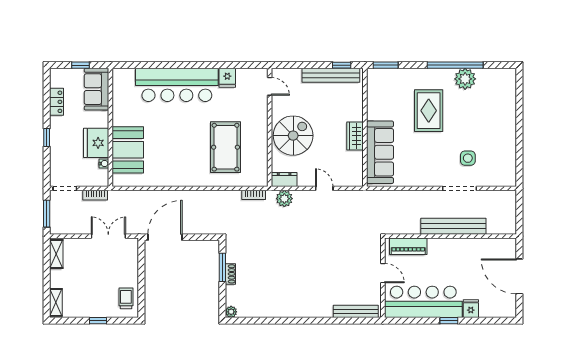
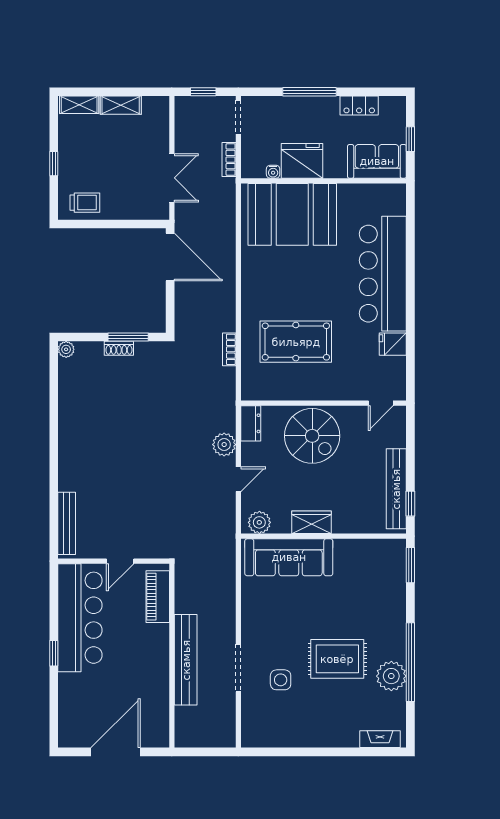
fireplace: (510, 87) -> (380, 739), added
rug: (429, 111) -> (337, 659), moved
window: (47, 137) -> (309, 92), width x2.17
booth: (128, 150) -> (292, 214), width x1.36, depth x1.42
plant: (355, 173) -> (259, 522), added
bookcase: (254, 195) -> (229, 349), moved
plant: (284, 199) -> (224, 445), moved
window: (47, 214) -> (203, 92), width x0.67
shelving: (56, 254) -> (121, 105), moved
fridge: (471, 309) -> (70, 684), removed

